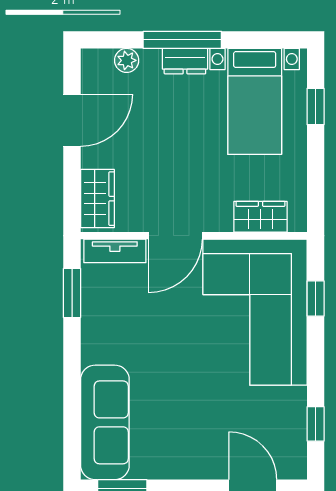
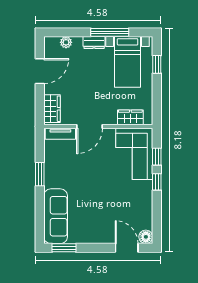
window: (182, 40) -> (110, 32), moved
window: (72, 293) -> (40, 174), moved
corner sofa: (255, 312) -> (134, 154), width x0.73, depth x0.74
window: (316, 424) -> (157, 182), moved
floor lamp: (293, 465) -> (146, 237), added

